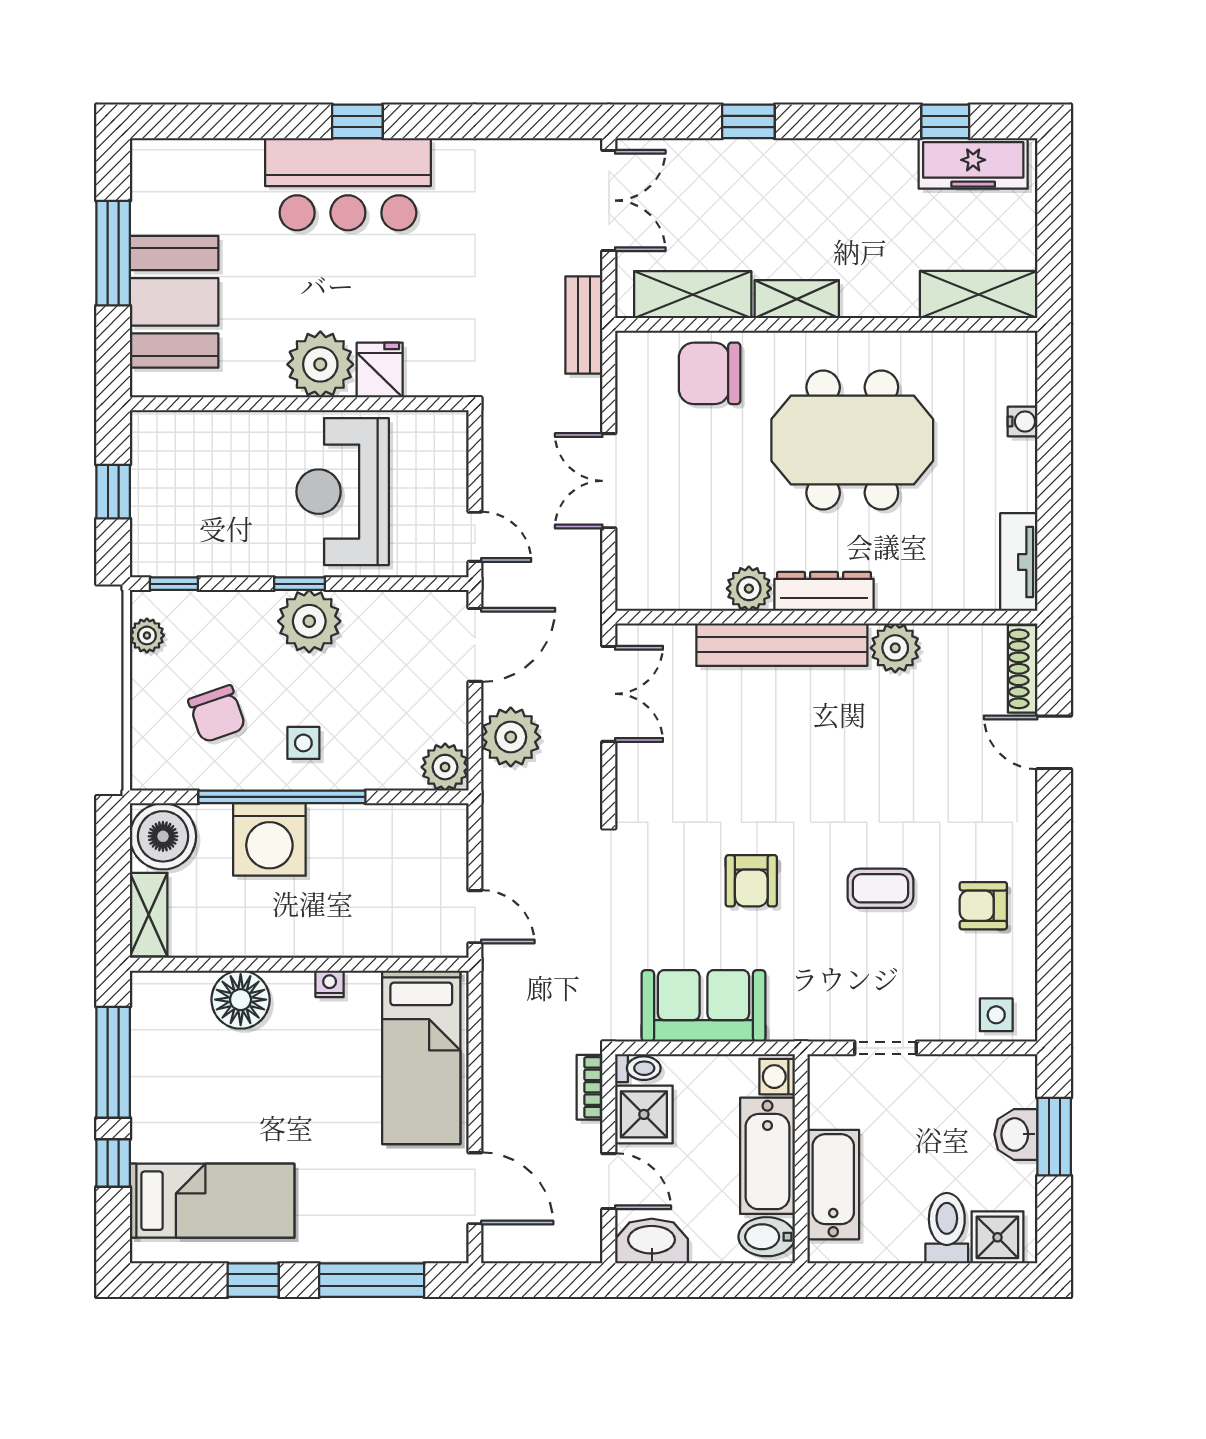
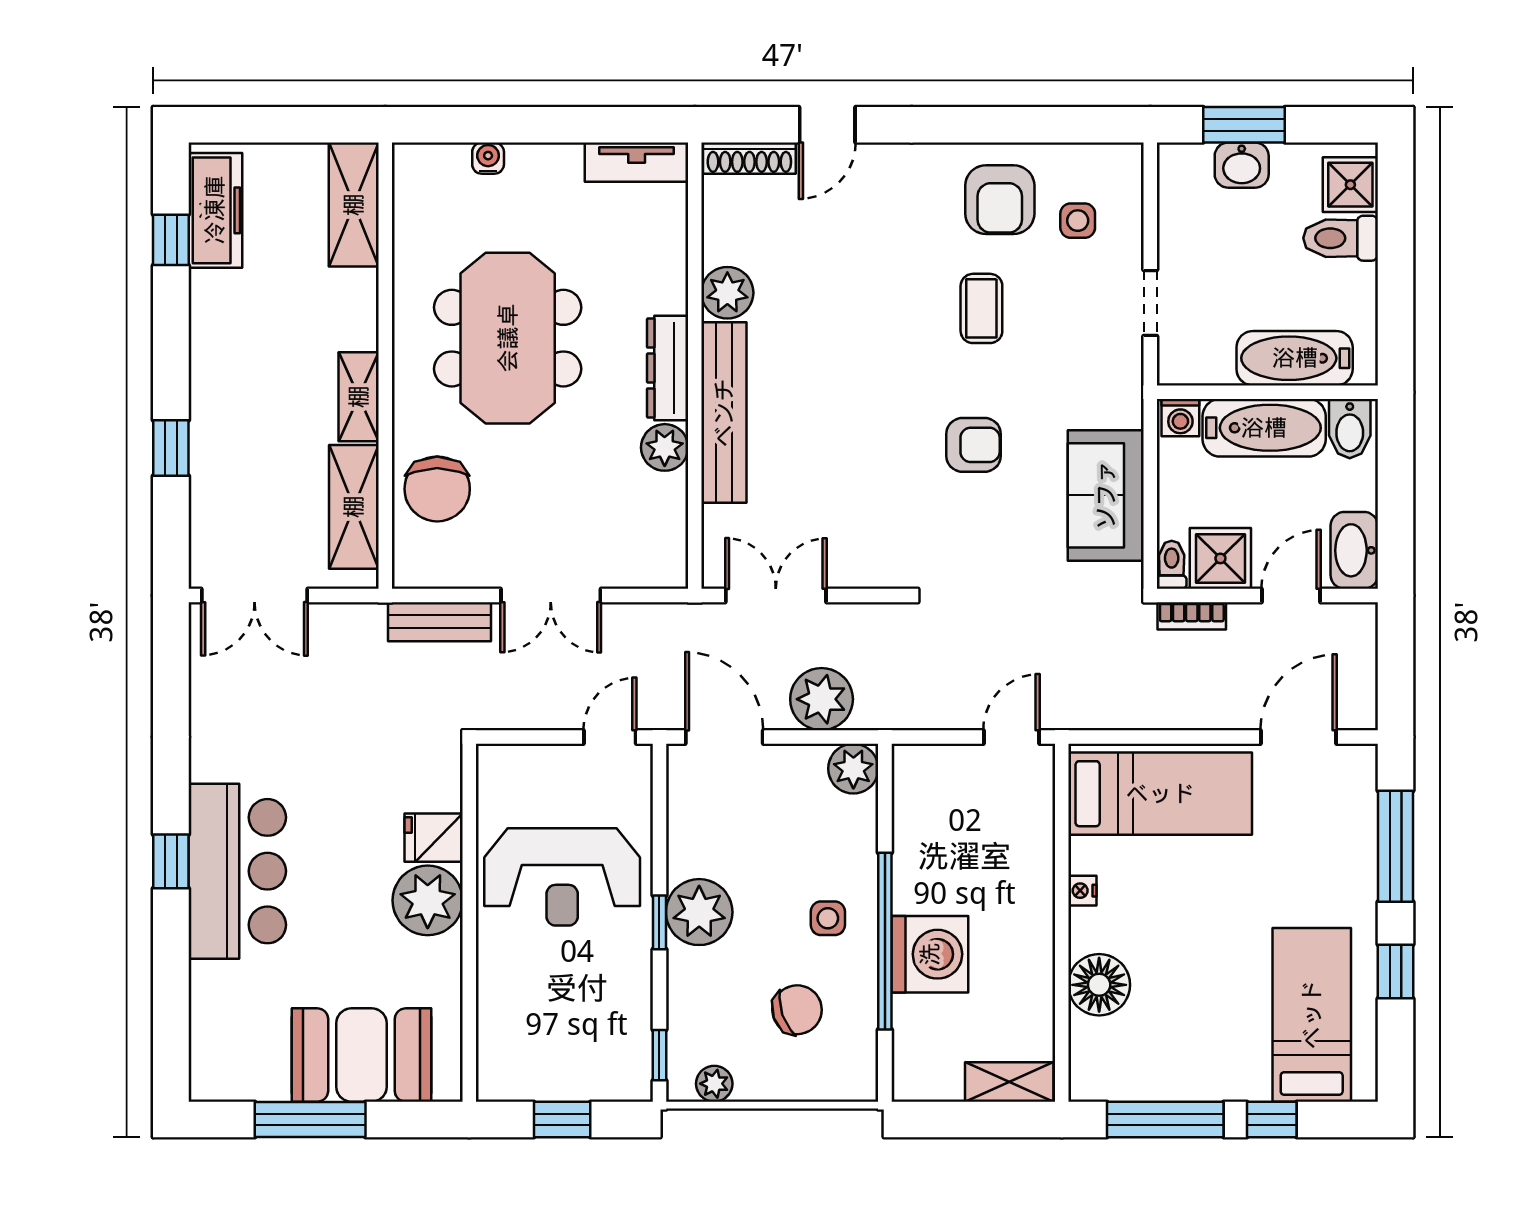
double door: (609, 201) -> (254, 596), swing flipped
bench: (584, 325) -> (440, 622), moved
boiler: (163, 836) -> (927, 1067), removed
armchair: (983, 906) -> (1000, 200), width x1.38, depth x1.38
side table: (996, 1015) -> (1078, 221), moved

